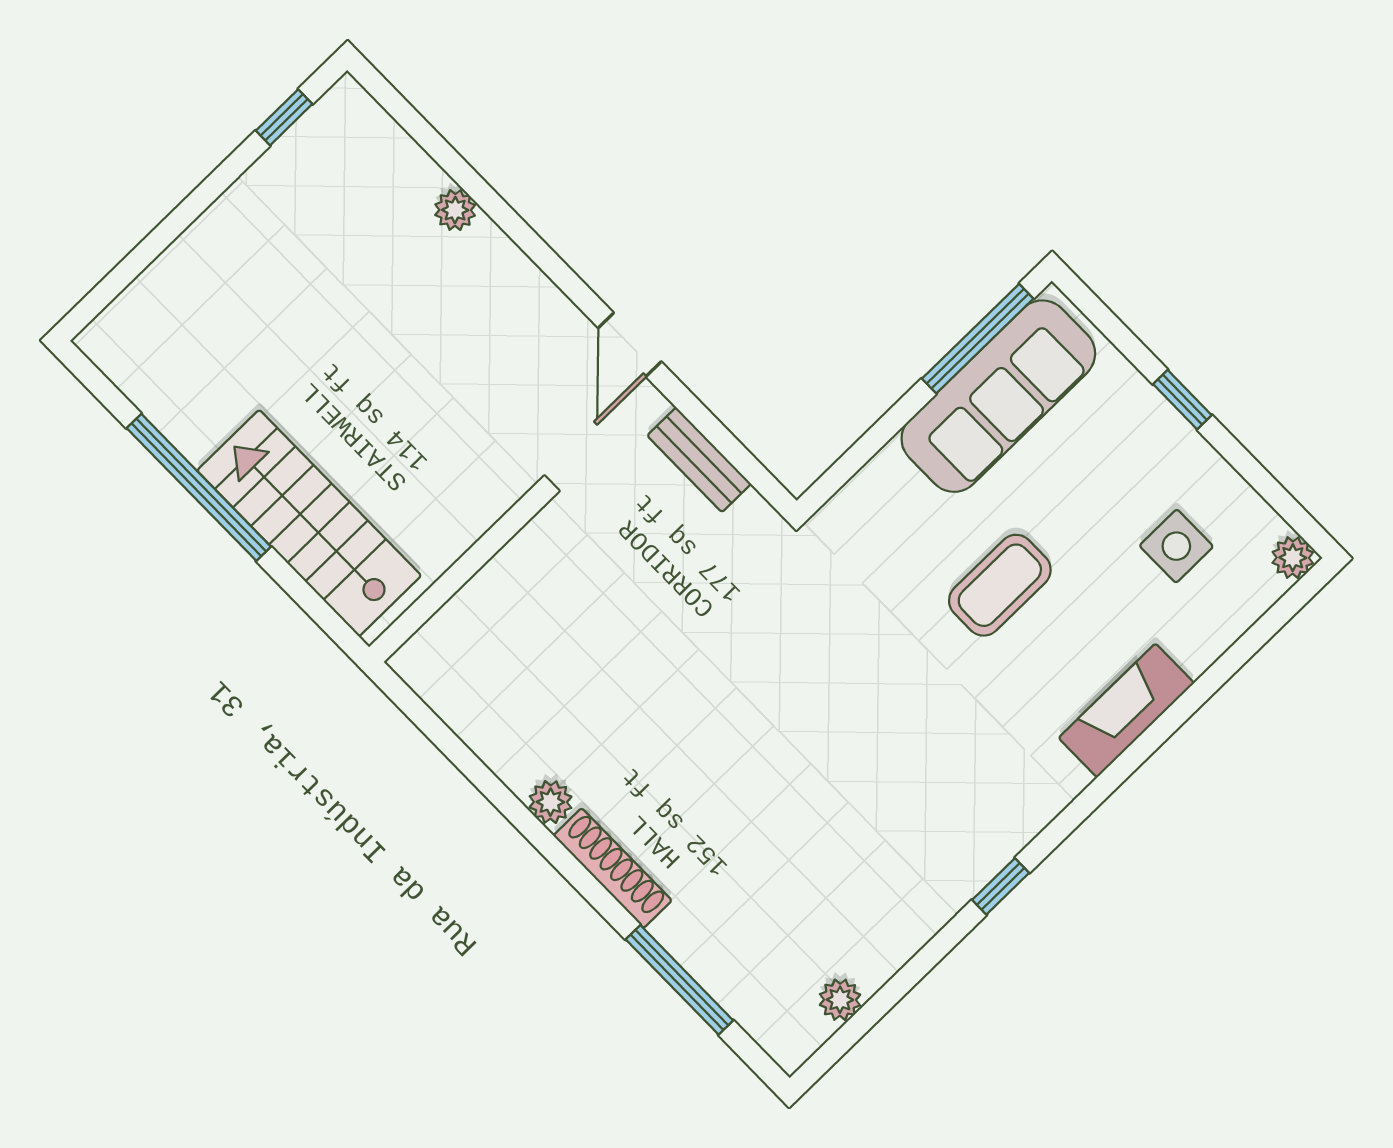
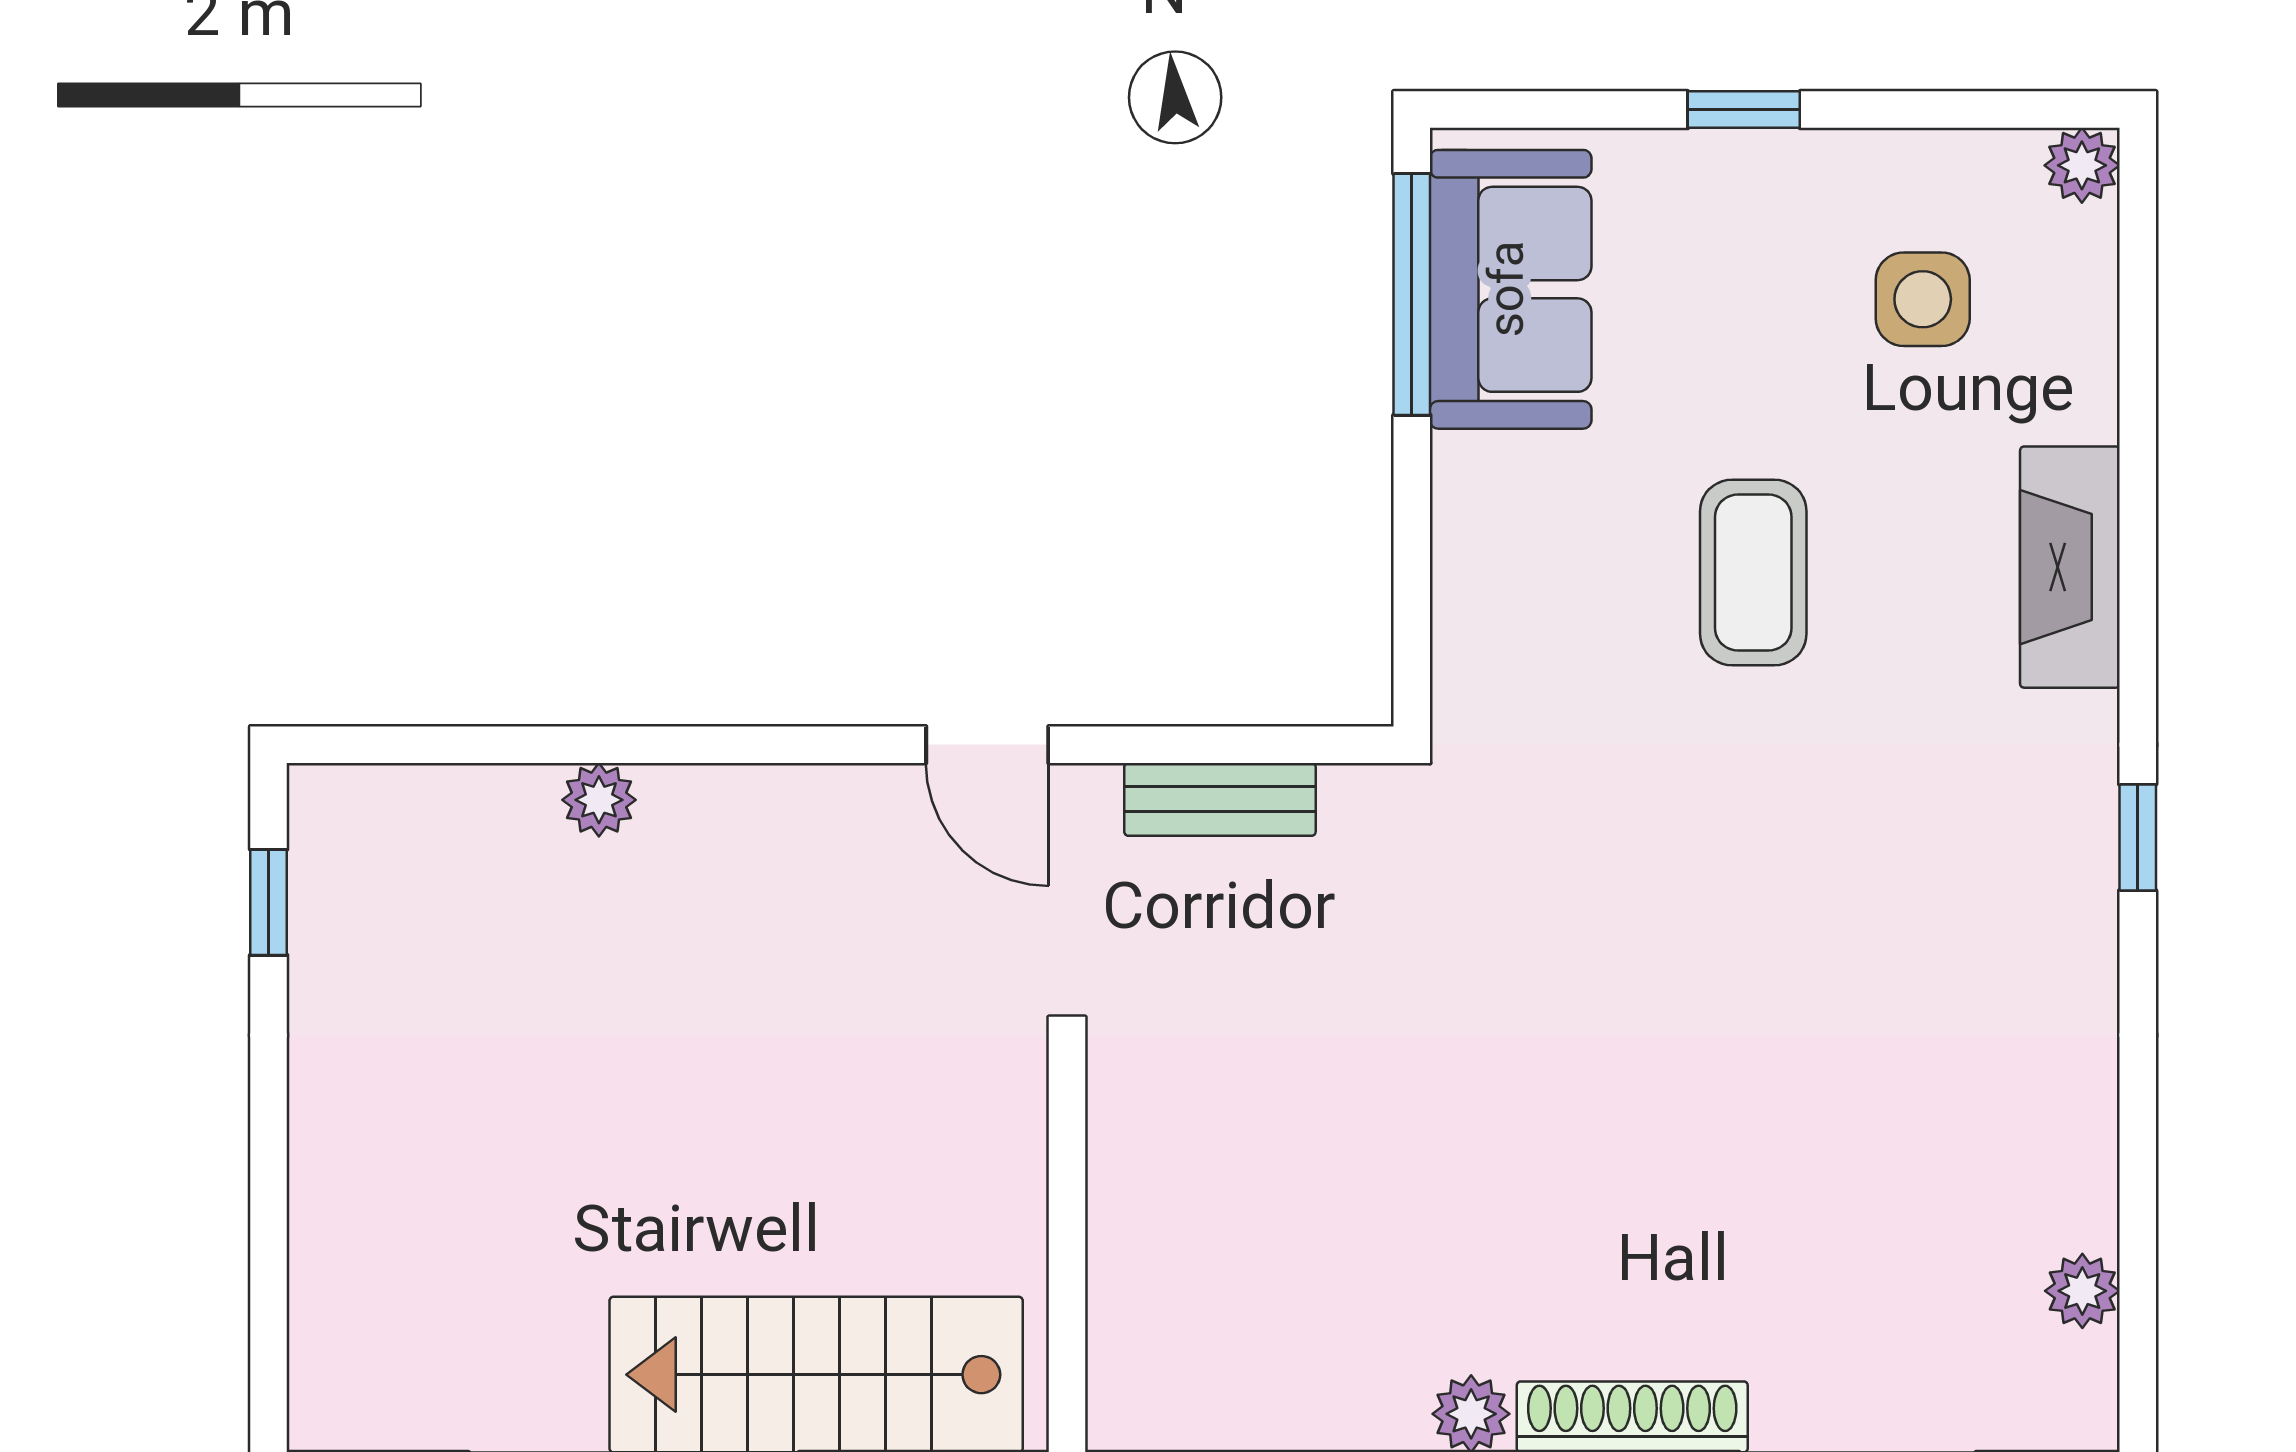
sofa: (998, 396) -> (1511, 289), width x0.73
window: (1001, 886) -> (2138, 837), moved

